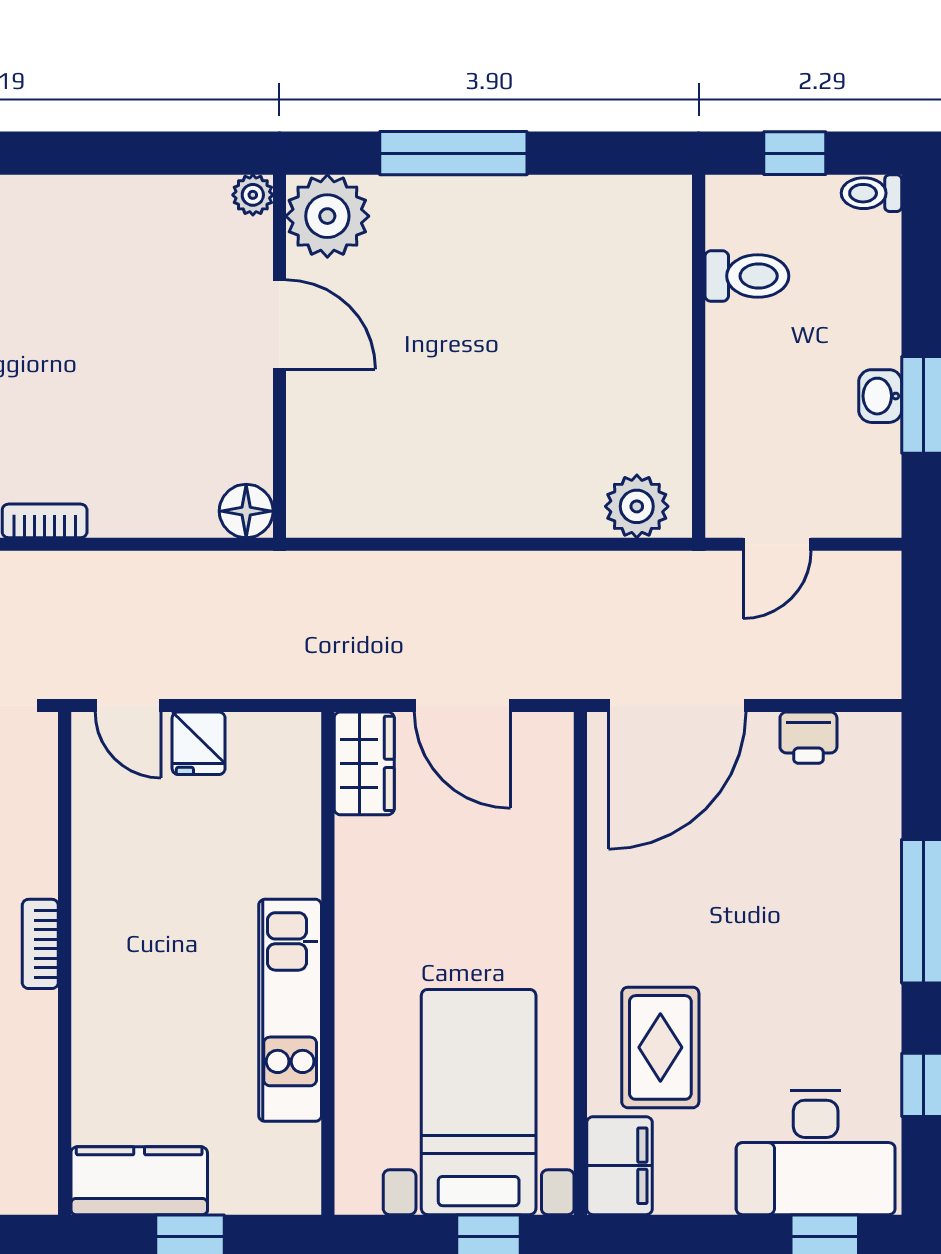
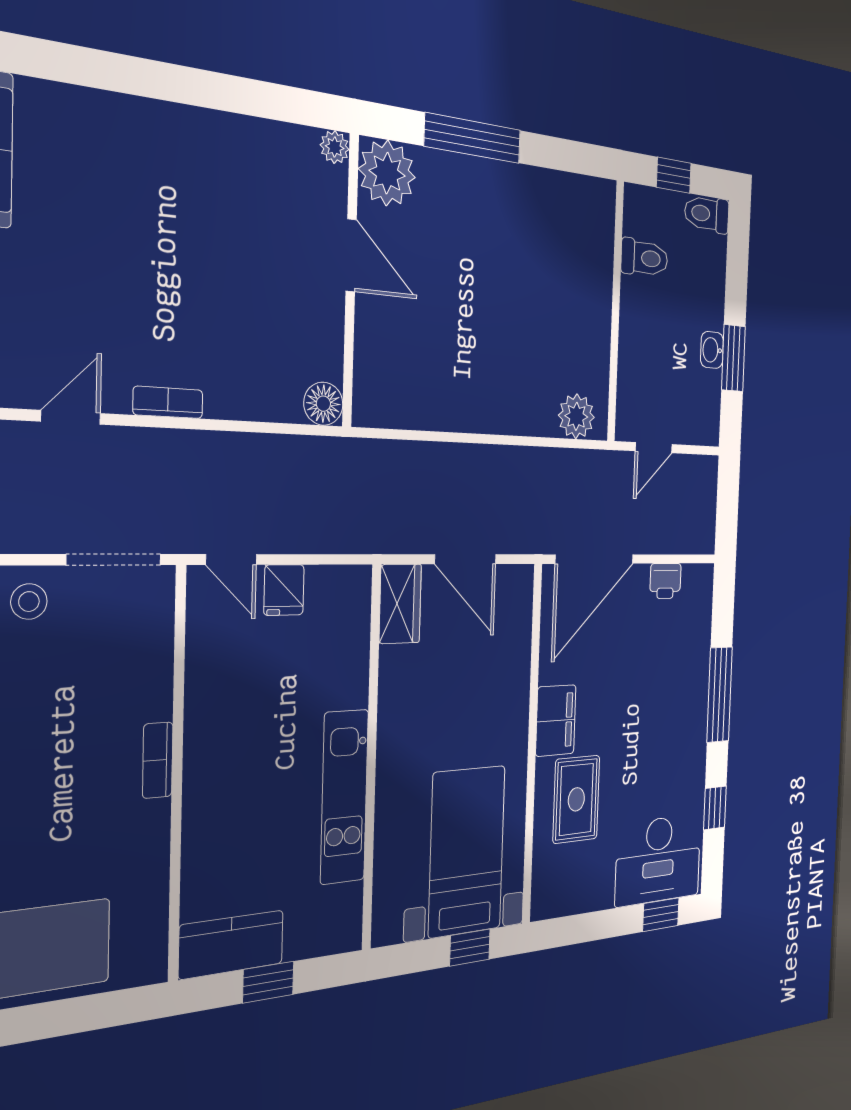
toilet: (871, 193) -> (707, 214), width x1.37, depth x1.39
filing cabinet: (620, 1166) -> (556, 720), moved

